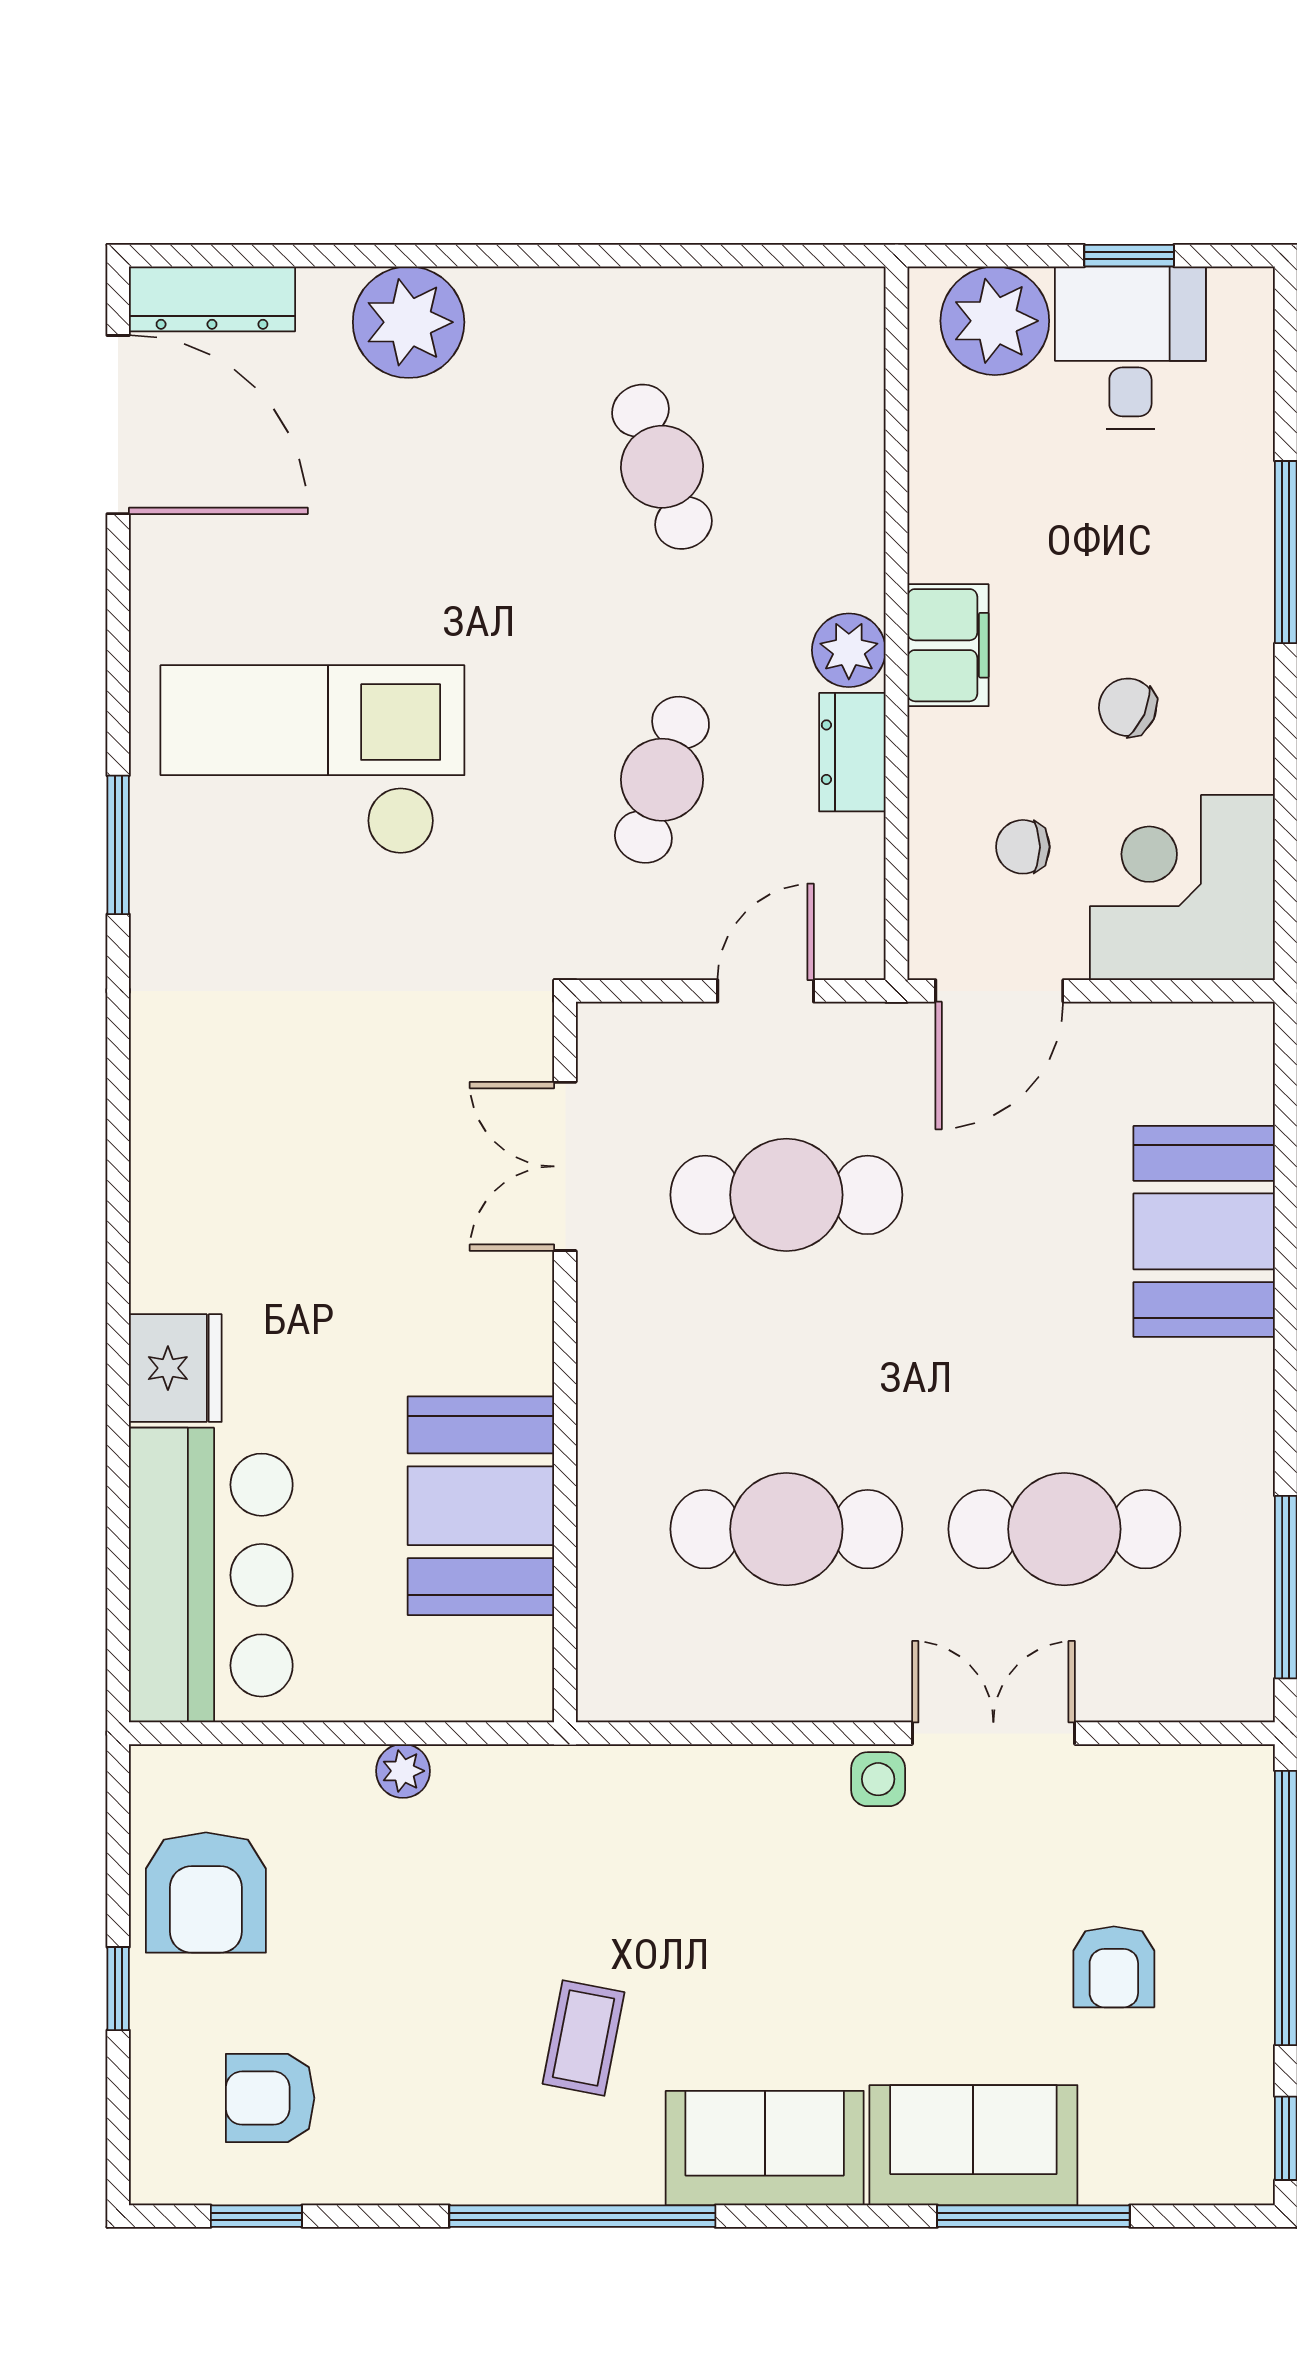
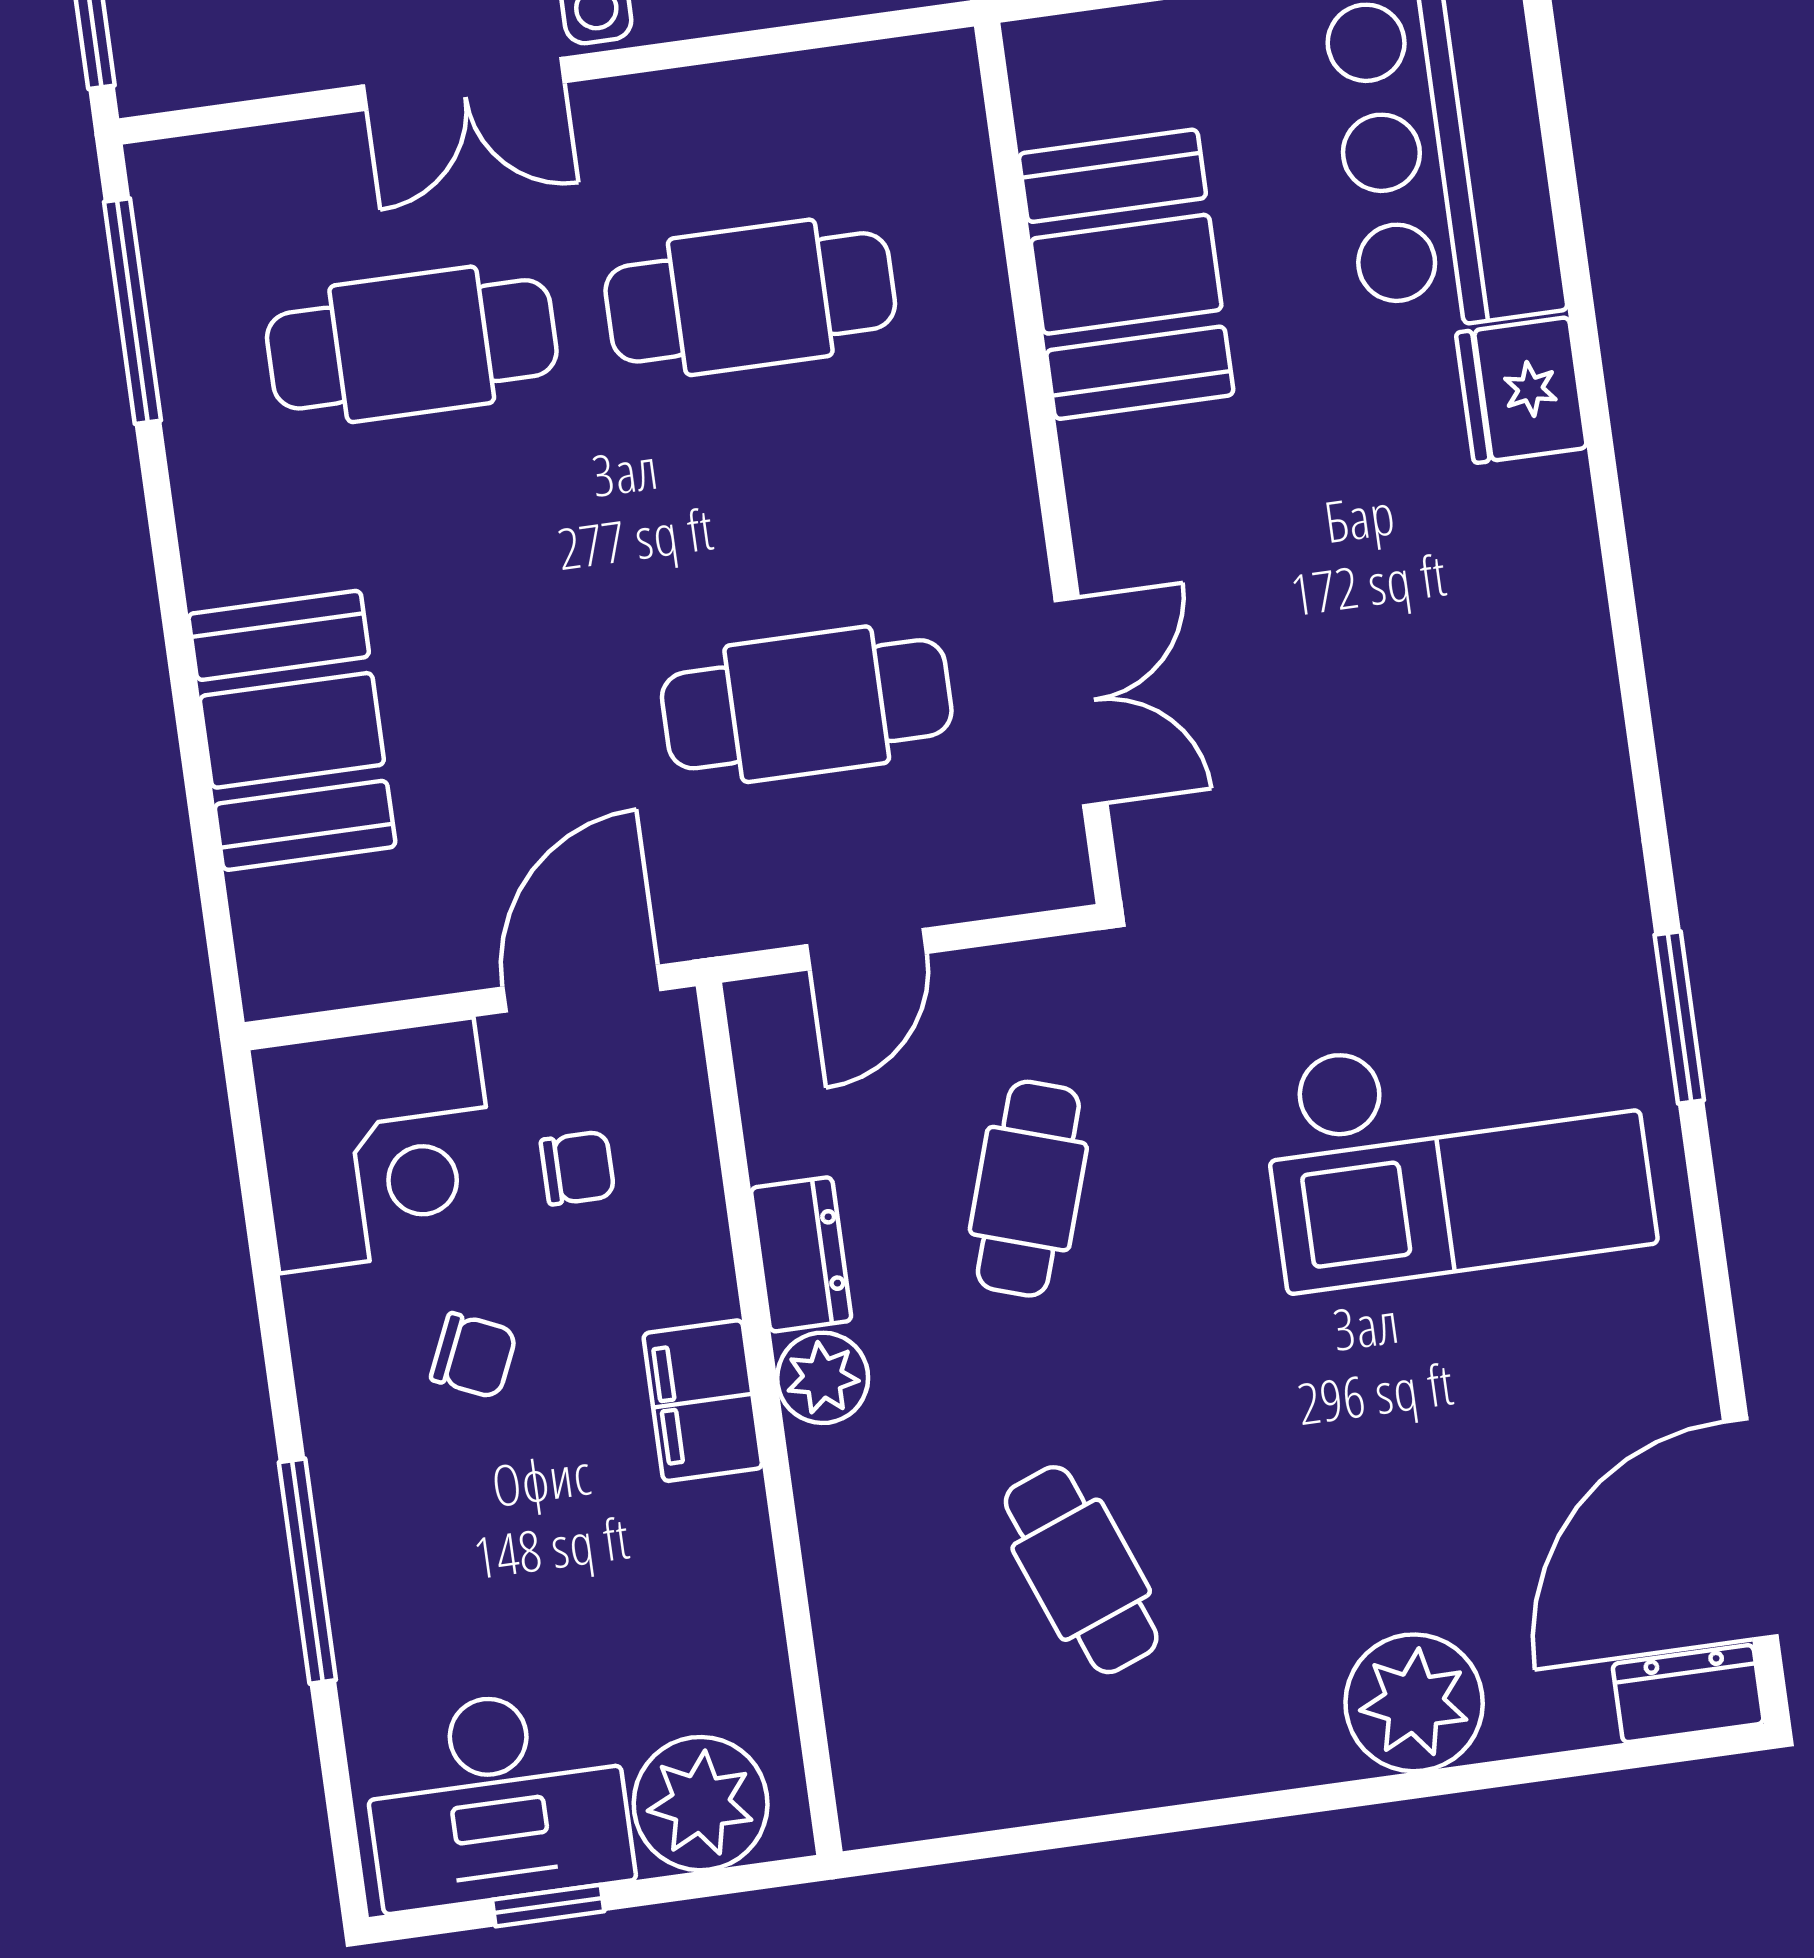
dresser: (212, 299) -> (1688, 1694), width x0.70
desk: (1130, 348) -> (497, 1798), width x1.37
door: (118, 425) -> (1750, 1529), hinge flipped

